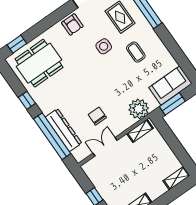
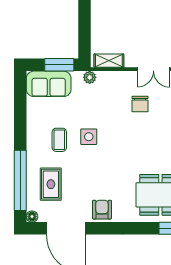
side table: (104, 46) -> (89, 137), moved
plant: (139, 109) -> (90, 77), width x0.53, depth x0.53

